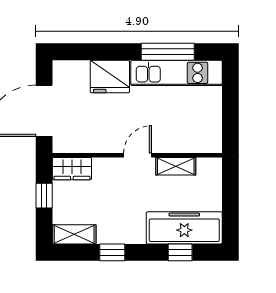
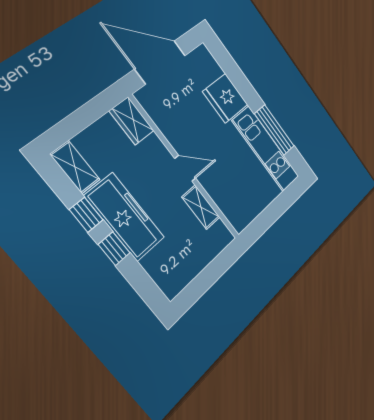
window: (44, 196) -> (89, 113), removed
freezer: (184, 228) -> (125, 217), moved
window: (180, 252) -> (114, 249), moved

